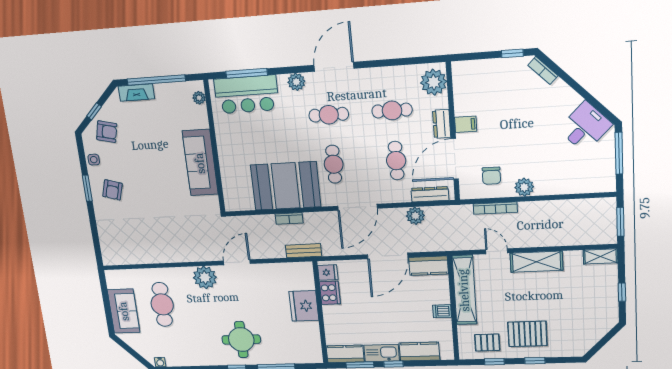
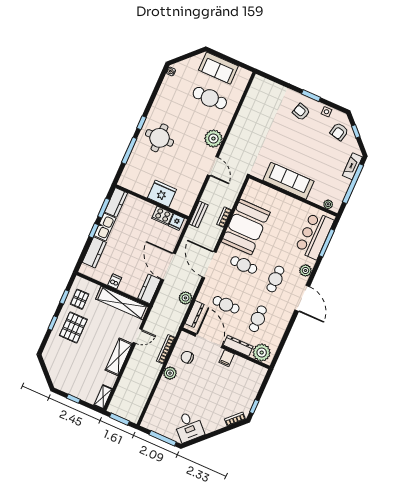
dresser: (442, 124) -> (238, 346), width x1.44

